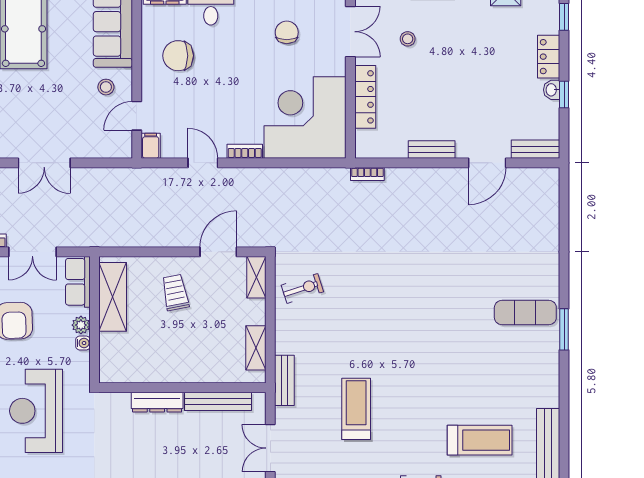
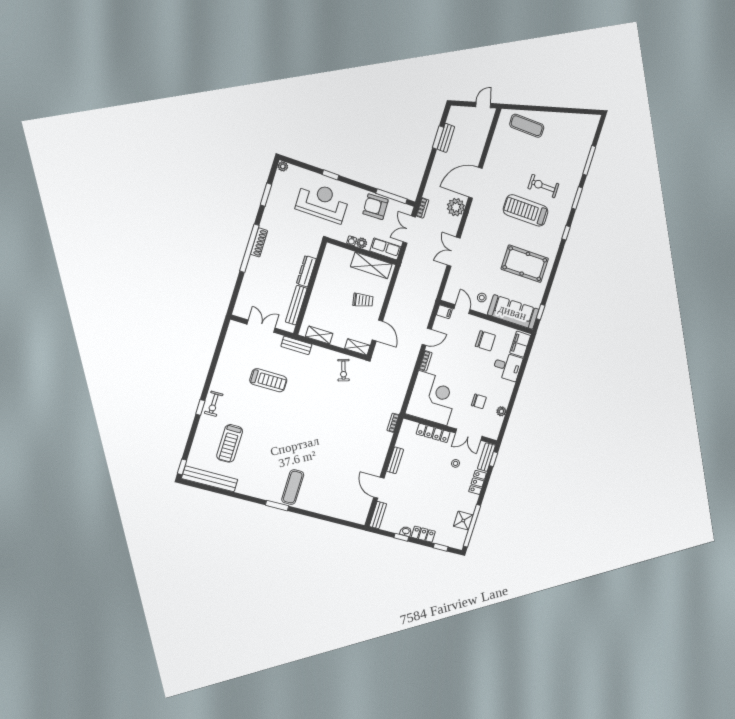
chair: (178, 56) -> (485, 341), turned 90

